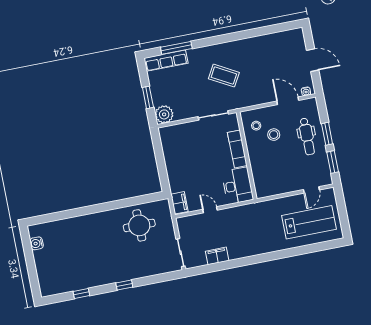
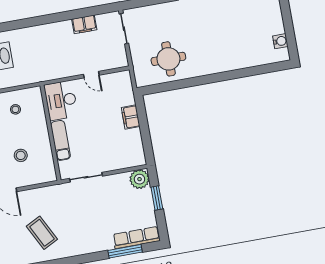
coffee table: (224, 76) -> (42, 233), moved, turned 34
stool: (256, 126) -> (15, 109), moved
filing cabinet: (179, 203) -> (131, 117), moved

